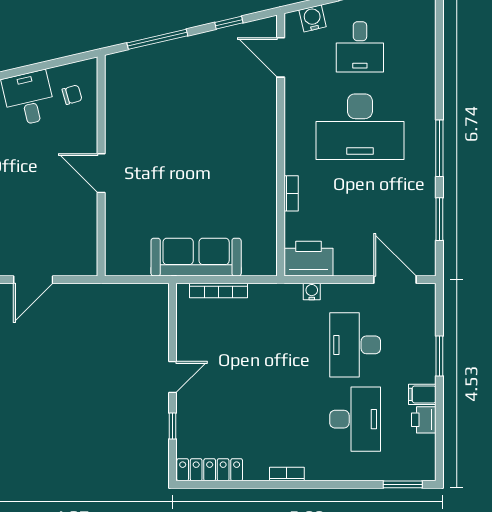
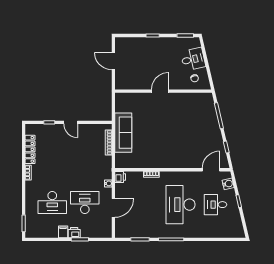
printer: (309, 259) -> (120, 177), width x0.53, depth x0.68
door: (395, 280) -> (113, 208), moved
printer: (424, 420) -> (74, 233), moved
locker: (210, 470) -> (30, 149), moved

